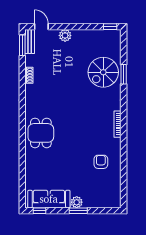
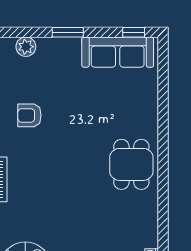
armchair: (101, 162) -> (29, 115), turned 90
plant: (77, 202) -> (26, 47), moved

